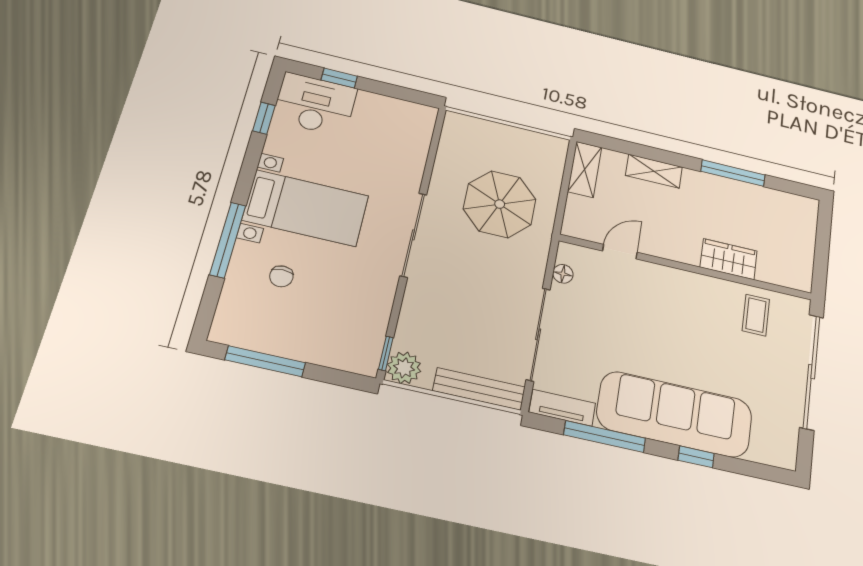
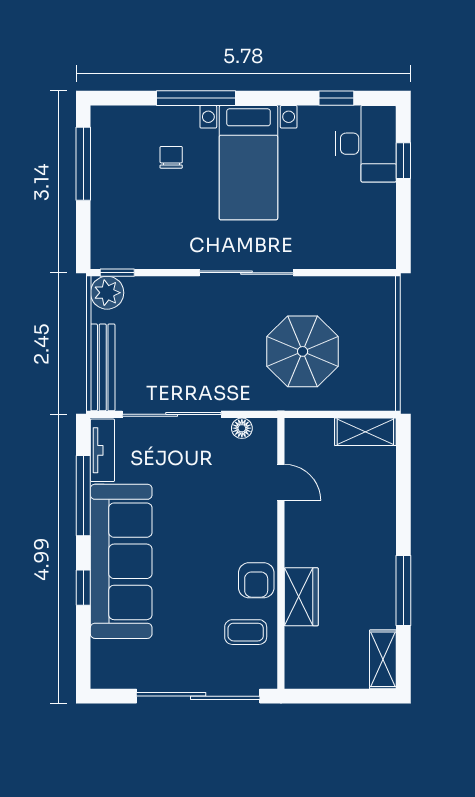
shelving: (654, 171) -> (383, 659), moved
chair: (281, 276) -> (171, 157), turned 90
armchair: (709, 295) -> (256, 580), added

